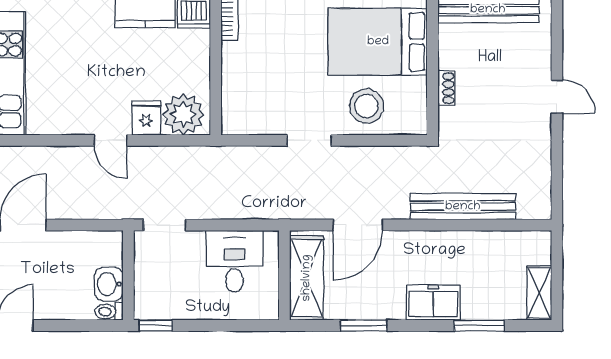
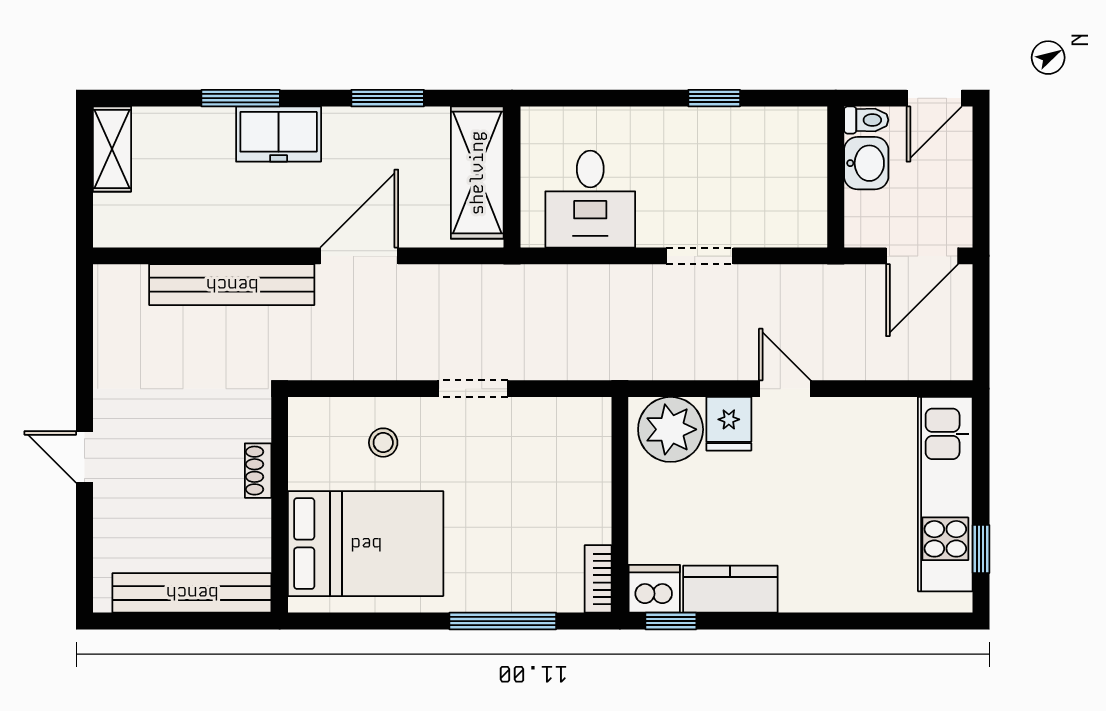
stool: (366, 106) -> (383, 443), width x0.53, depth x0.53
door: (358, 225) -> (359, 256), moved
wall: (128, 275) -> (836, 177), moved
washbasin: (109, 284) -> (866, 163), moved
toilet: (109, 312) -> (866, 120), moved
window: (479, 326) -> (241, 98), moved

